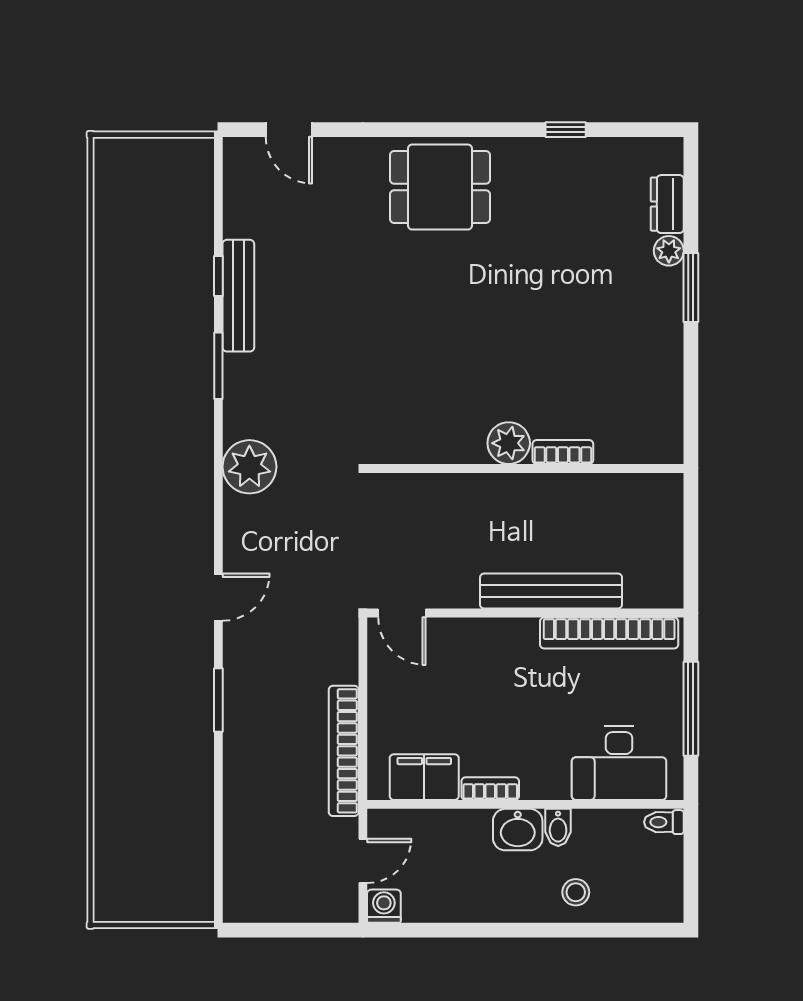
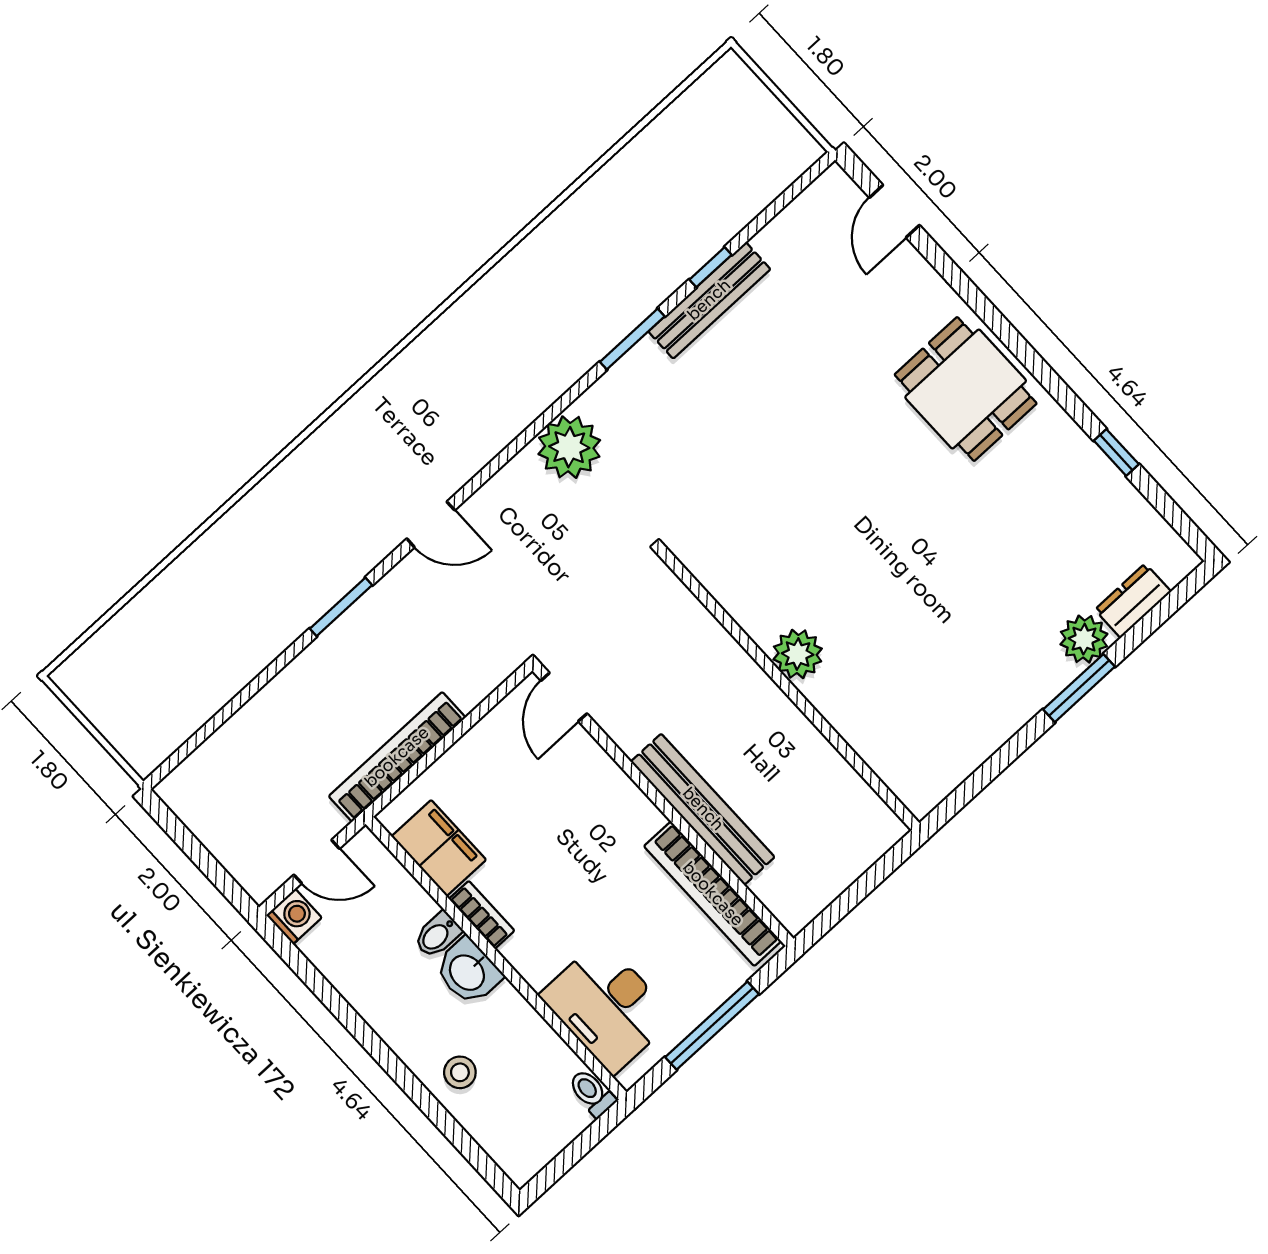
plant: (669, 251) -> (1084, 639), width x1.38, depth x1.38
bookcase: (563, 452) -> (833, 708), removed
bidet: (558, 827) -> (438, 935), moved

